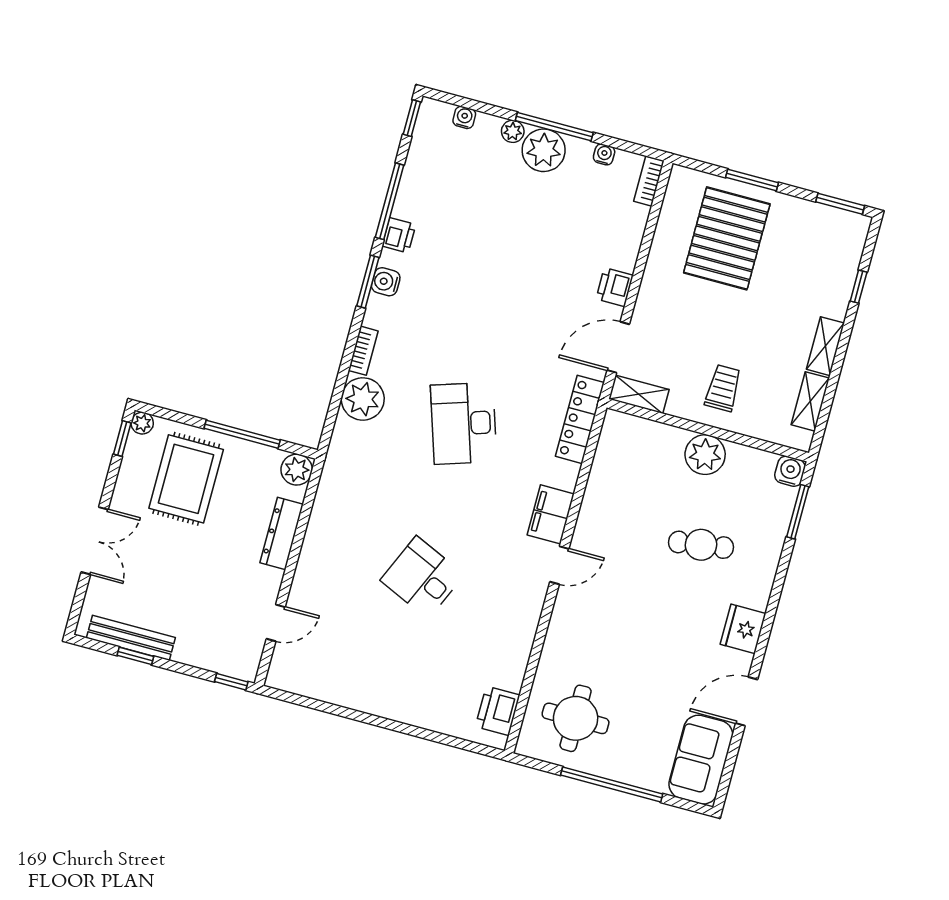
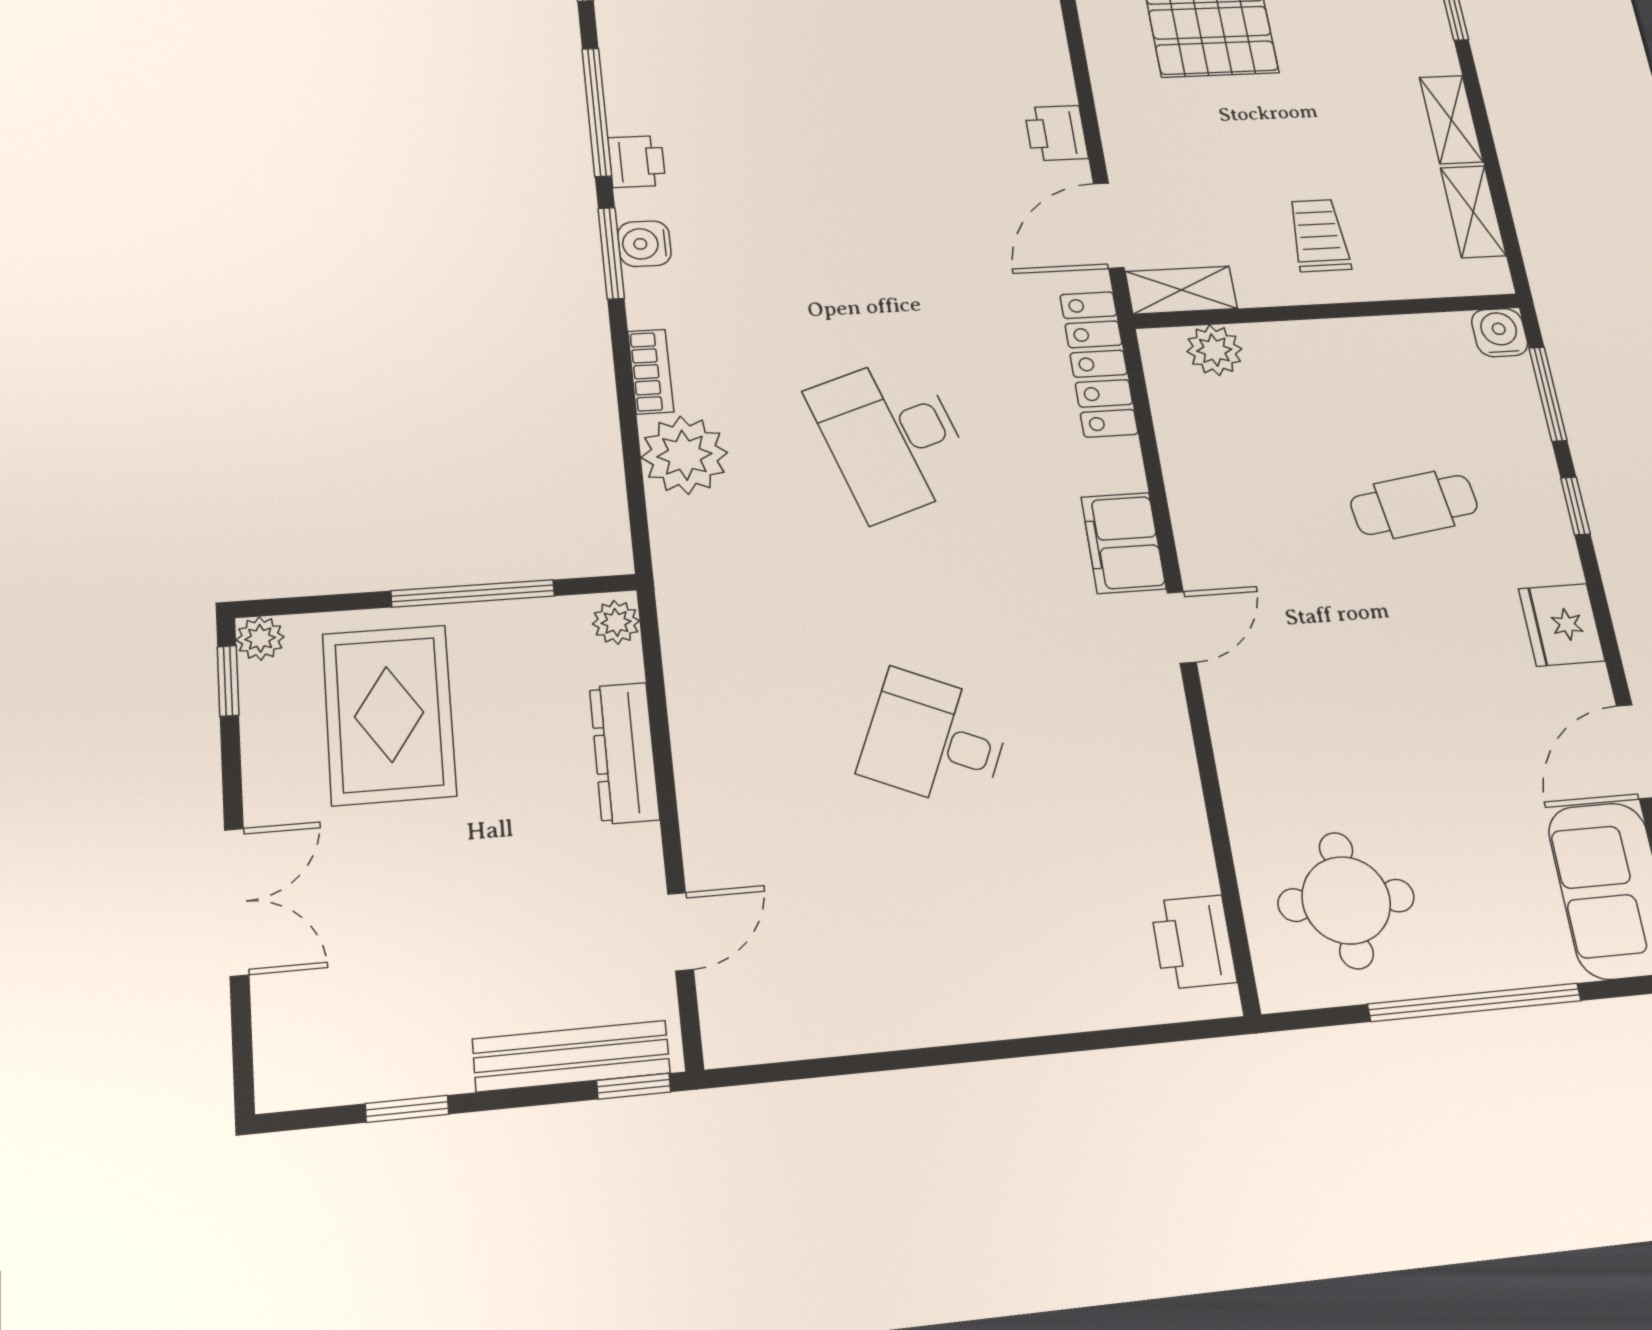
plant: (705, 455) -> (1214, 350), moved, width x0.73, depth x0.73
plant: (297, 470) -> (616, 622), width x0.73, depth x0.73
window: (781, 573) -> (1575, 506), added
bench: (131, 638) -> (571, 1056), moved

